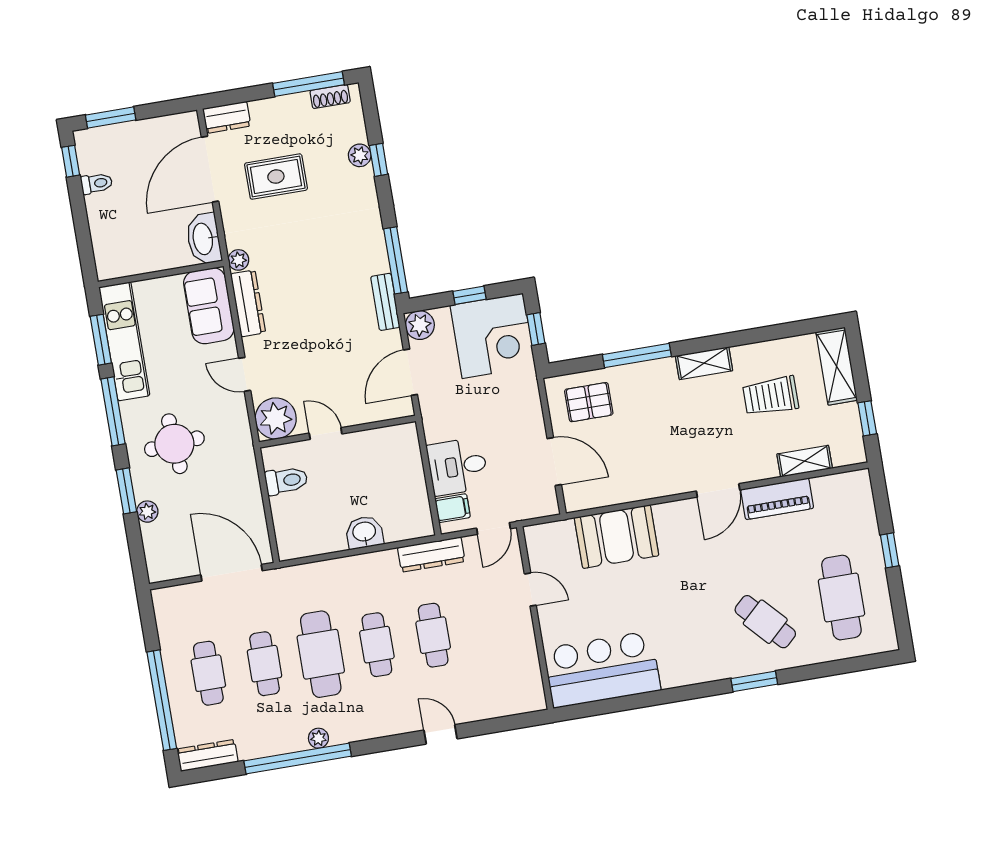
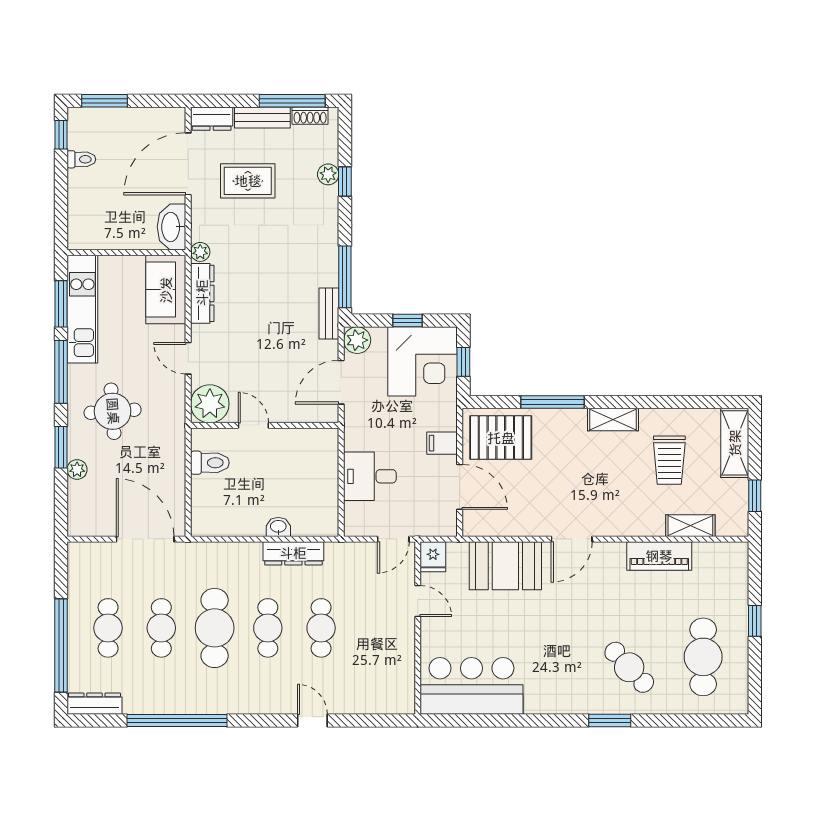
bench: (280, 107) -> (262, 118), added
trolley: (771, 396) -> (669, 460), turned -90
pallet: (589, 402) -> (501, 438), width x1.50, depth x1.42
door: (718, 490) -> (572, 539), moved
filing cabinet: (453, 508) -> (442, 443), moved, turned 180
washbasin: (364, 532) -> (278, 527), width x0.72, depth x0.69
fridge: (538, 540) -> (433, 557), added
dresser: (431, 555) -> (293, 553), moved
plant: (318, 738) -> (199, 705), removed

